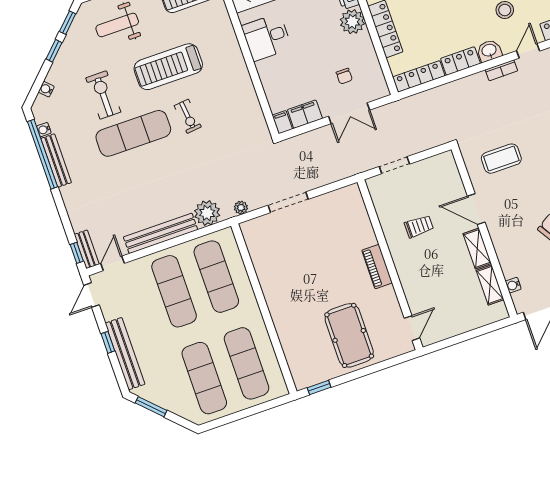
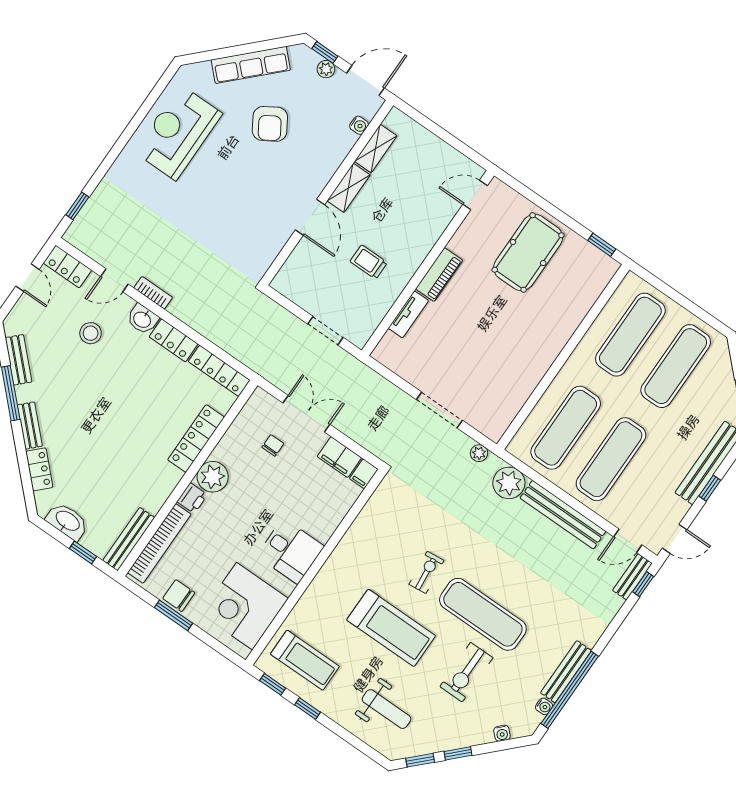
coffee table: (501, 159) -> (241, 229), removed
tv unit: (366, 227) -> (408, 314), added

